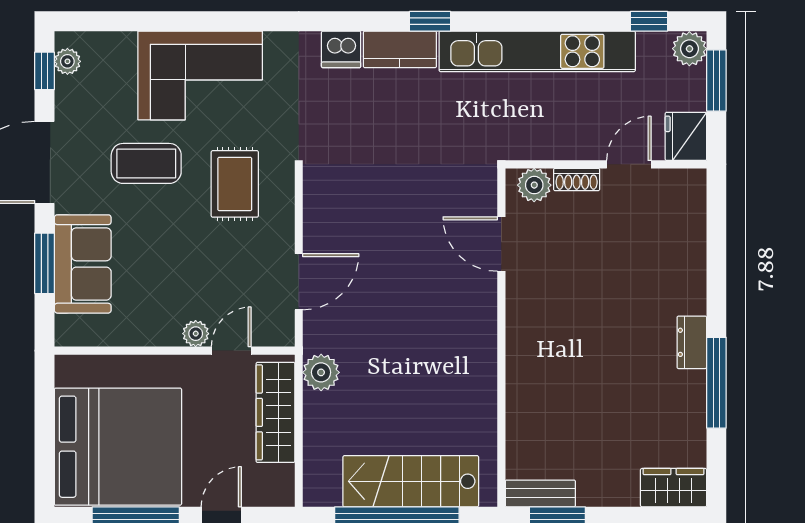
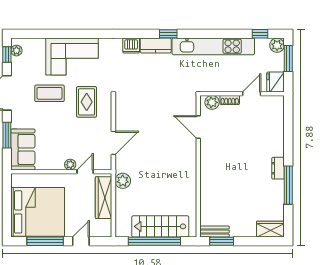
sofa: (83, 264) -> (23, 149), moved

